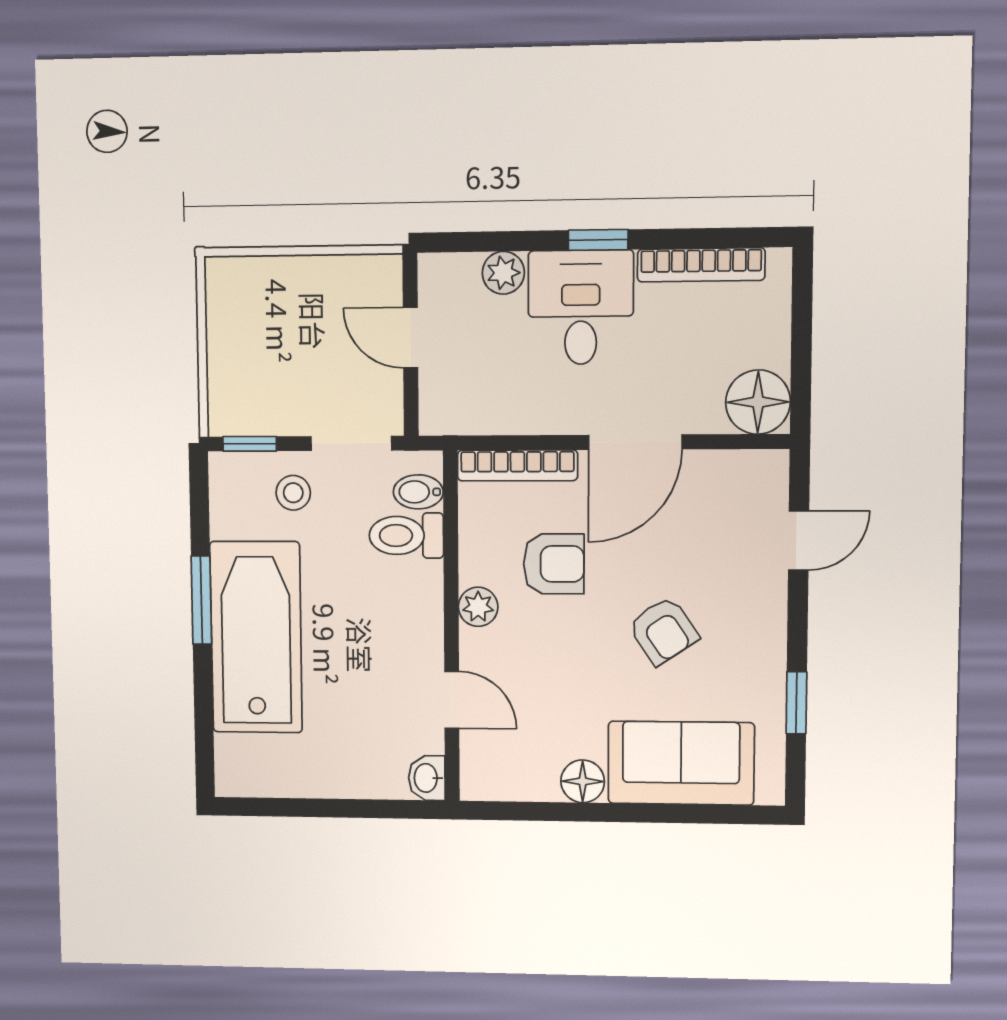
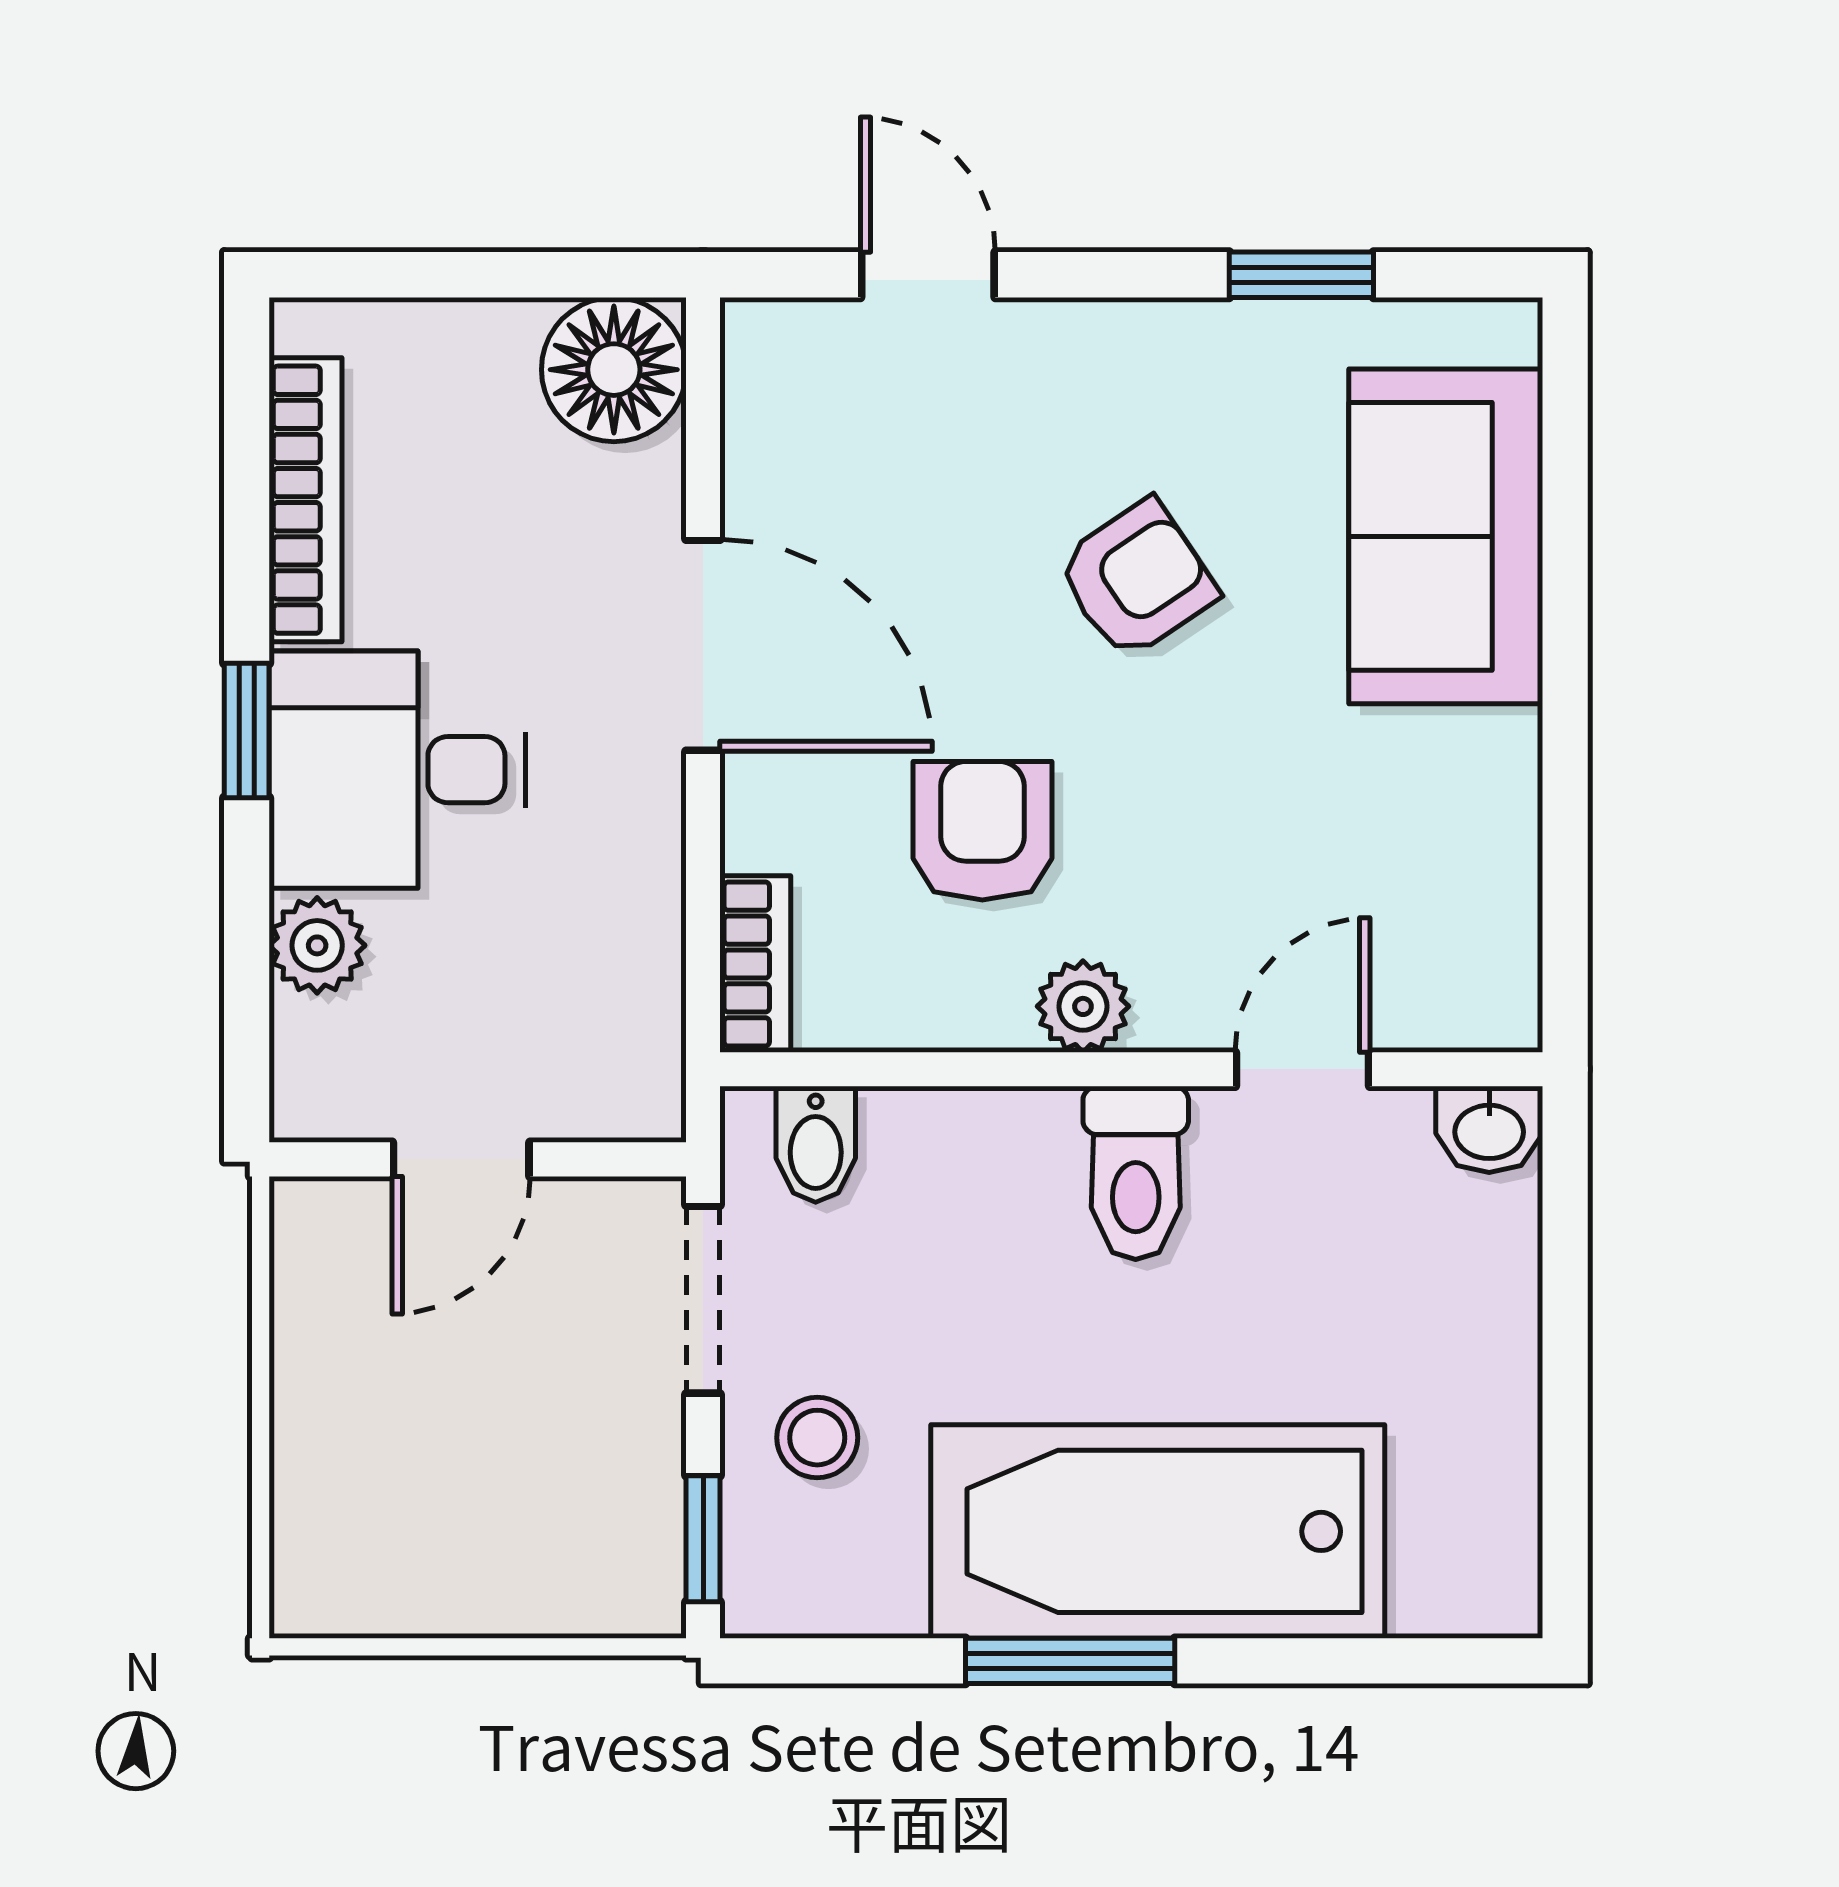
bookcase: (517, 465) -> (755, 964), width x0.64
toilet: (406, 535) -> (1136, 1173), moved
floor lamp: (583, 781) -> (1492, 764), removed

